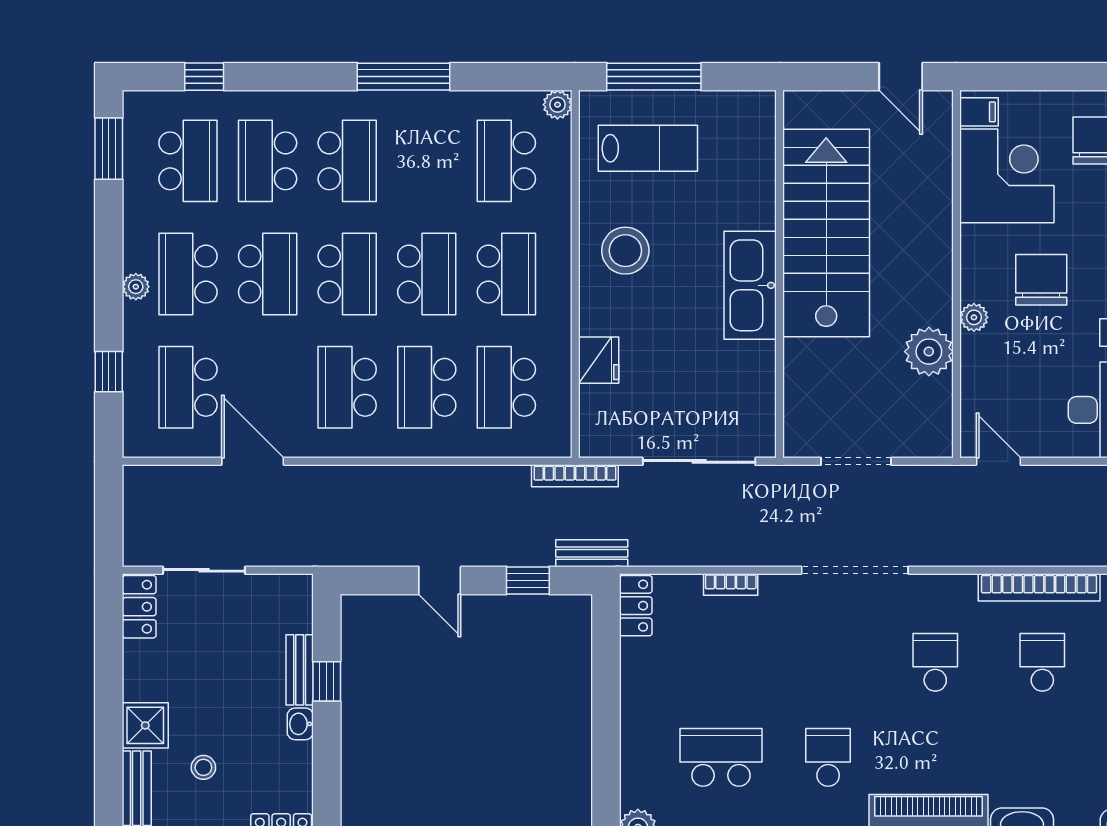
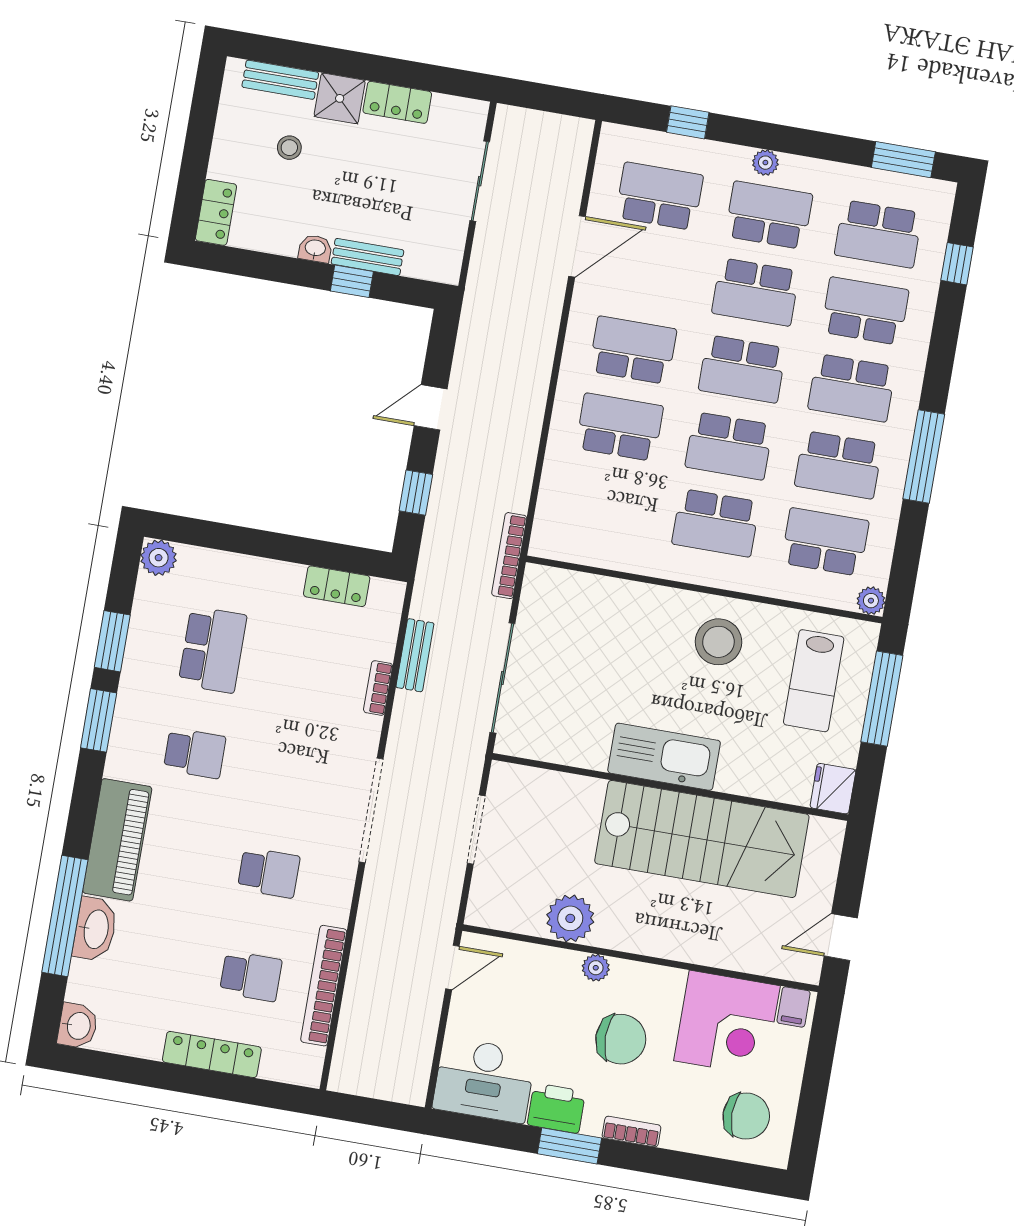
fridge: (599, 360) -> (833, 789), moved, turned 90
school desk: (506, 387) -> (838, 465), moved, turned 180
bench: (592, 553) -> (415, 655), moved
locker: (636, 606) -> (337, 586), moved
locker: (139, 607) -> (397, 102), moved

